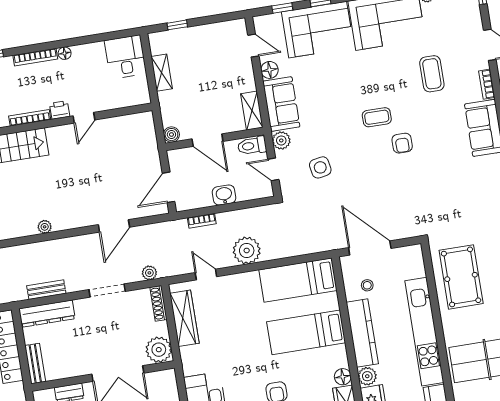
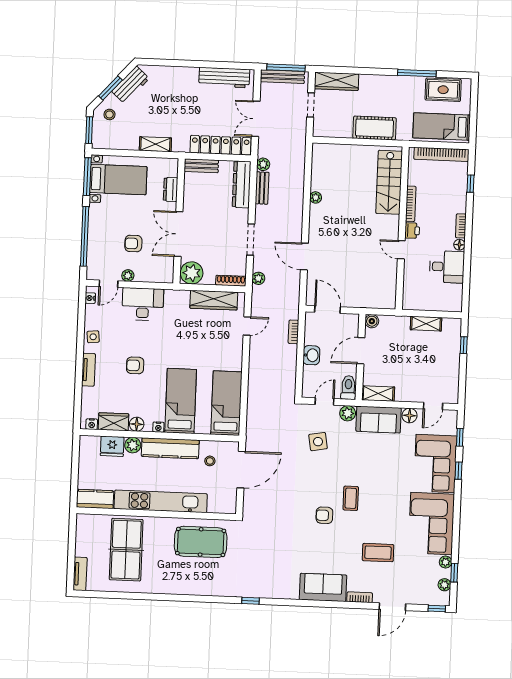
bookcase: (35, 57) -> (461, 226), width x0.64
desk: (125, 57) -> (447, 267), moved
plant: (247, 250) -> (263, 164), moved, width x0.53, depth x0.53
nightstand: (341, 351) -> (158, 427), added

